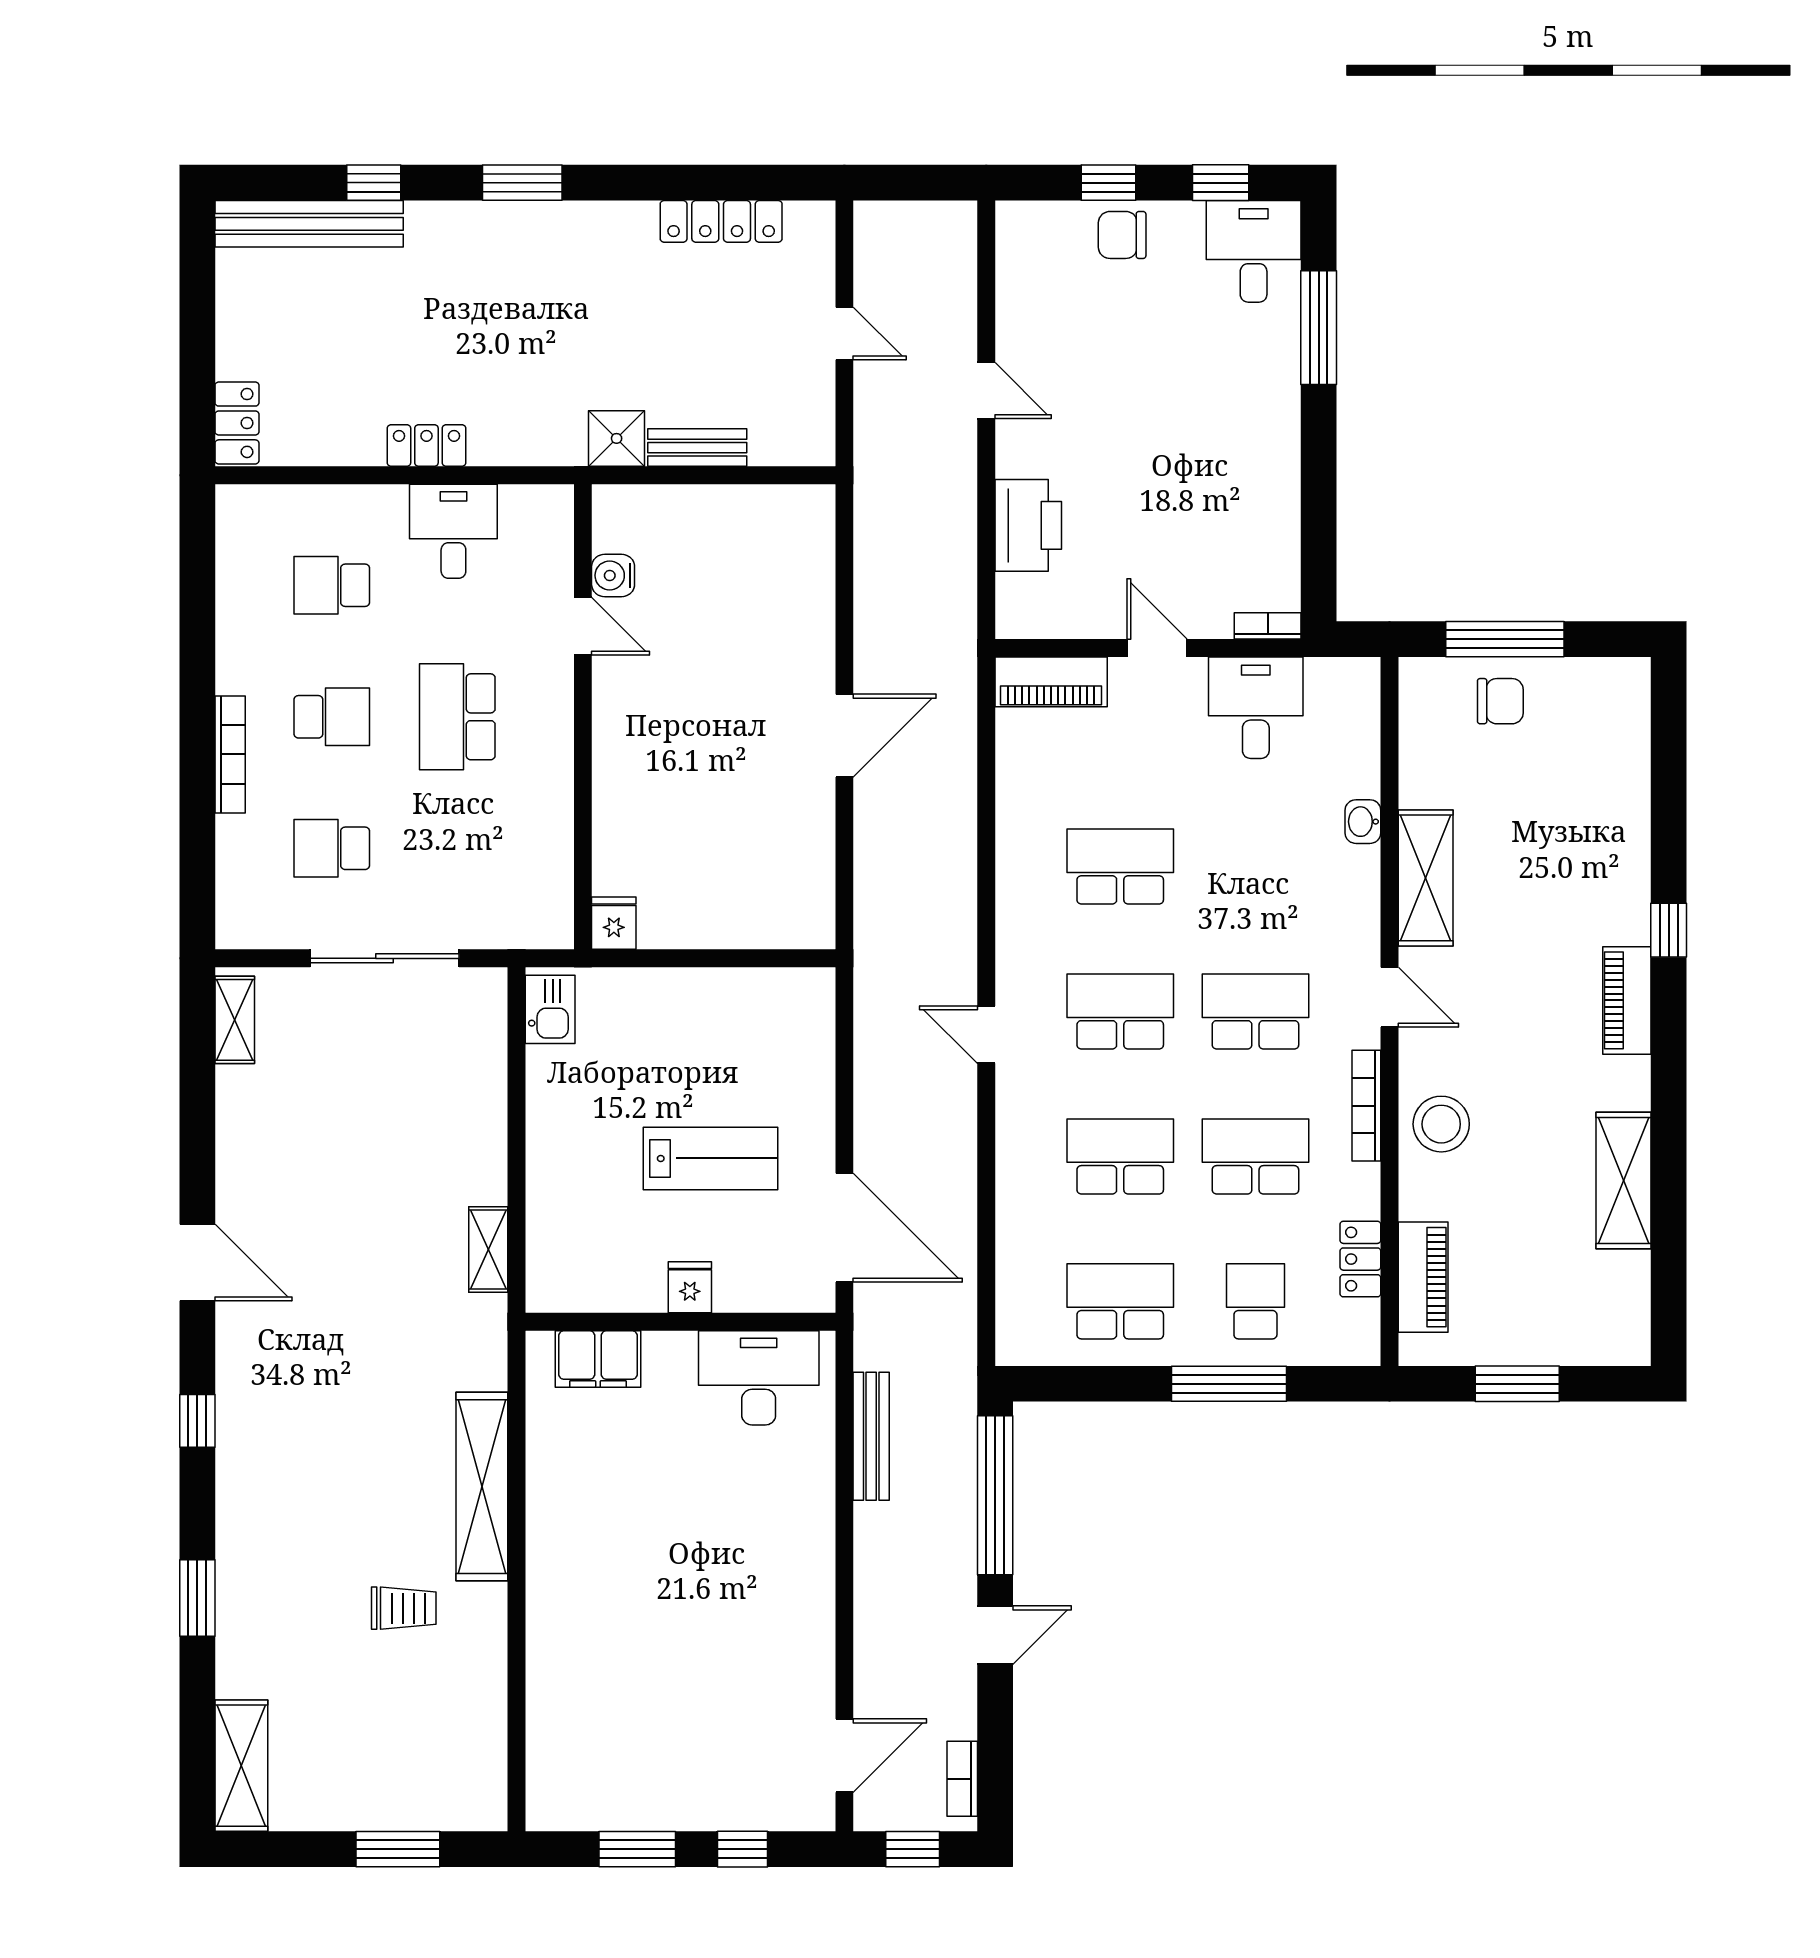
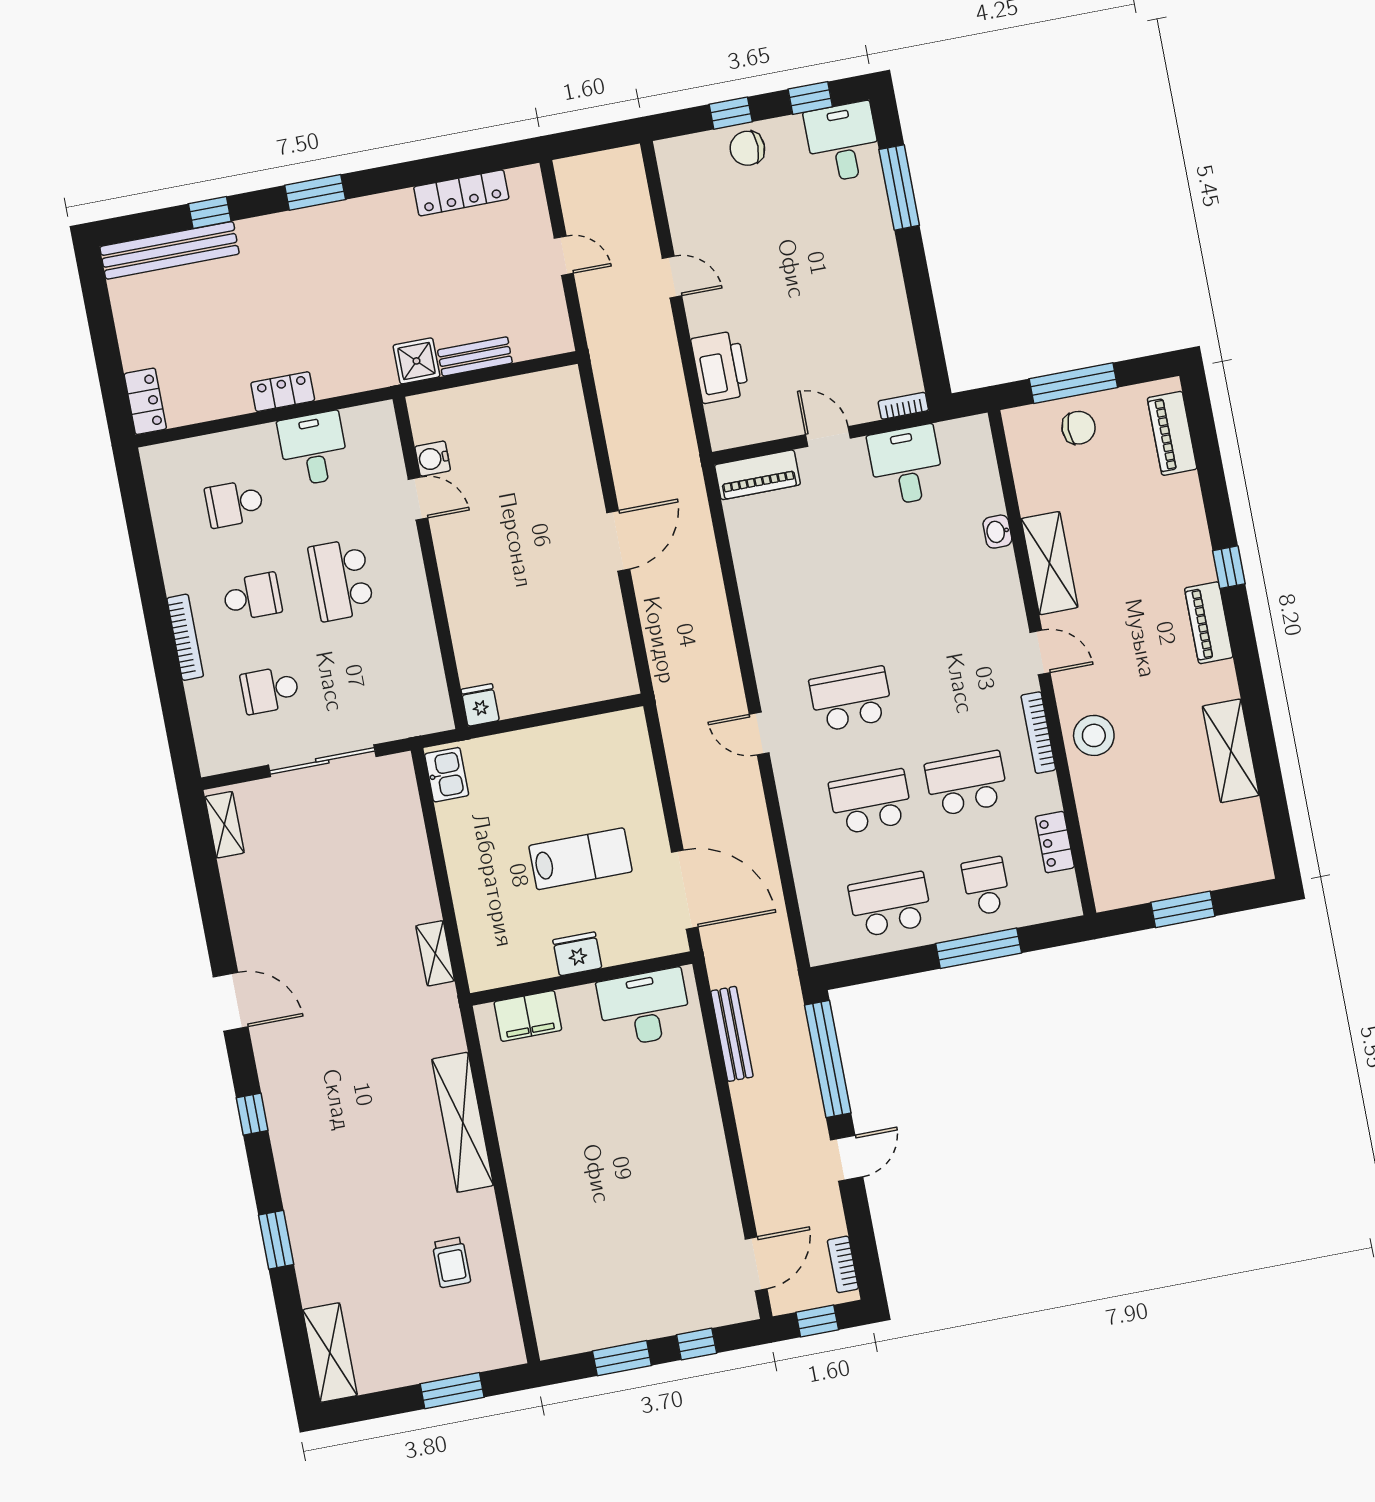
school desk: (1120, 867) -> (831, 596), removed
school desk: (1255, 1011) -> (947, 681), removed
piano: (1423, 1277) -> (1172, 433), moved, turned 180
fridge: (690, 1287) -> (577, 954), width x1.38
trolley: (404, 1608) -> (451, 1262), moved, turned 90

